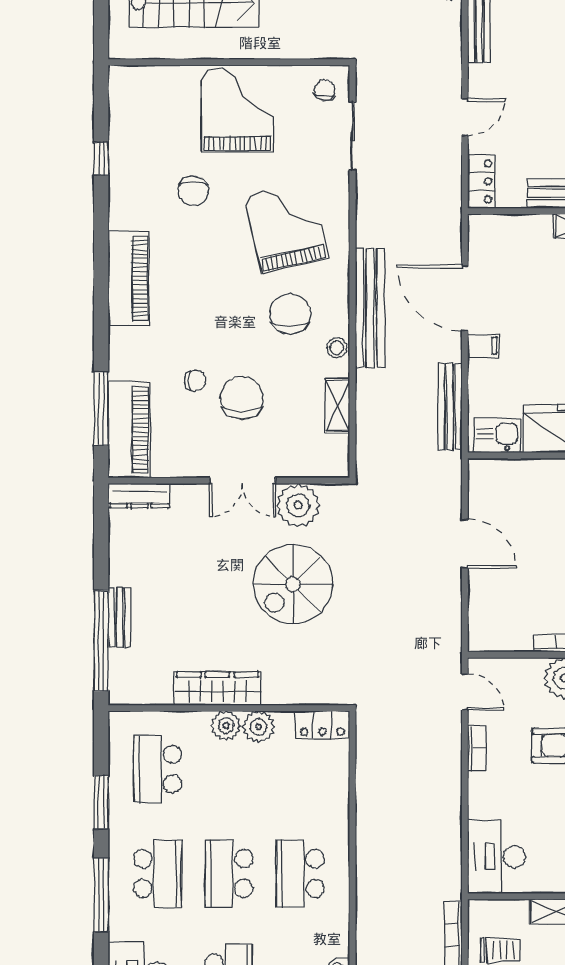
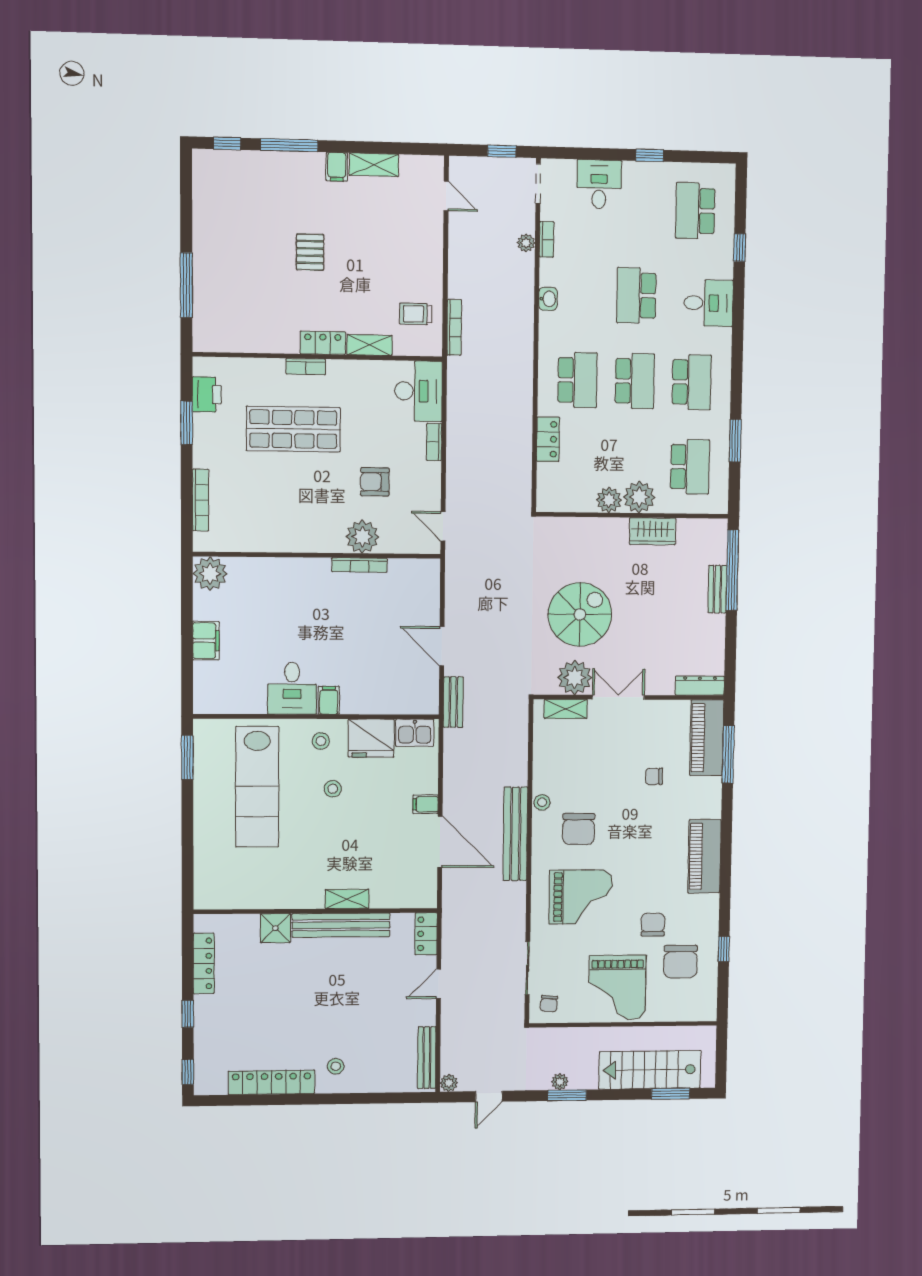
grand piano: (286, 227) -> (581, 897), turned -77
chair: (242, 398) -> (681, 962), moved
shelving: (338, 405) -> (566, 709), moved, turned 90
bench: (450, 407) -> (453, 702), moved, width x0.73
wardrobe: (218, 689) -> (653, 531), width x0.67
locker: (322, 725) -> (548, 439), moved, turned 90
plant: (226, 726) -> (639, 497), width x1.36, depth x1.36
bookcase: (477, 748) -> (434, 442), moved
school desk: (158, 874) -> (692, 382), turned 180
window: (101, 895) -> (737, 365), removed

